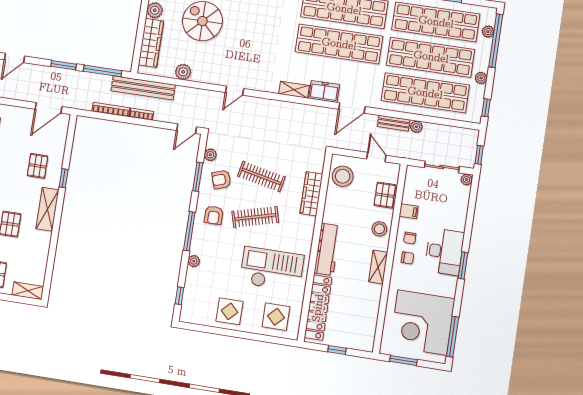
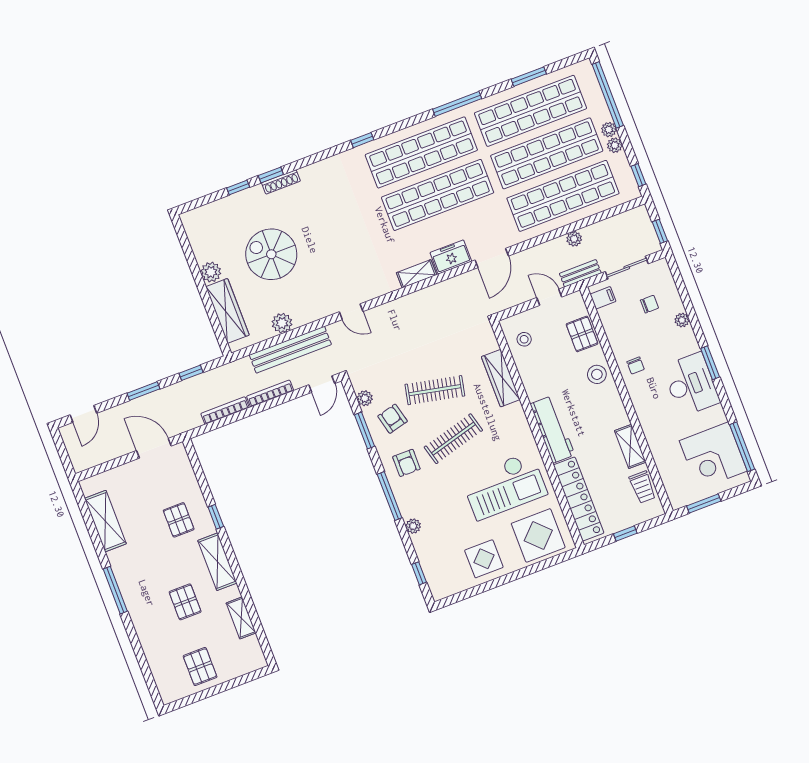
plant: (488, 32) -> (609, 130), moved
window: (103, 71) -> (191, 373), width x0.46
bench: (143, 88) -> (290, 350), moved
door: (234, 91) -> (351, 312), hinge flipped
door: (48, 108) -> (154, 448), swing flipped
bookcase: (142, 114) -> (270, 393), width x1.56
bench: (394, 123) -> (580, 273), moved
stool: (343, 176) -> (524, 339), width x0.53, depth x0.53
armchair: (221, 180) -> (393, 419), turned 94
plant: (467, 180) -> (682, 320), moved
filing cabinet: (409, 211) -> (603, 298), moved
desk: (444, 252) -> (691, 384), moved
chair: (407, 258) -> (649, 304), moved
shelving: (378, 267) -> (630, 446), moved
checkout: (272, 269) -> (504, 486), turned 180
shelving: (28, 291) -> (241, 618), moved, turned 90
display table: (276, 317) -> (538, 535), width x1.36, depth x1.36
corner desk: (422, 323) -> (713, 456), width x0.74, depth x0.74
trolley: (367, 325) -> (642, 487), added

